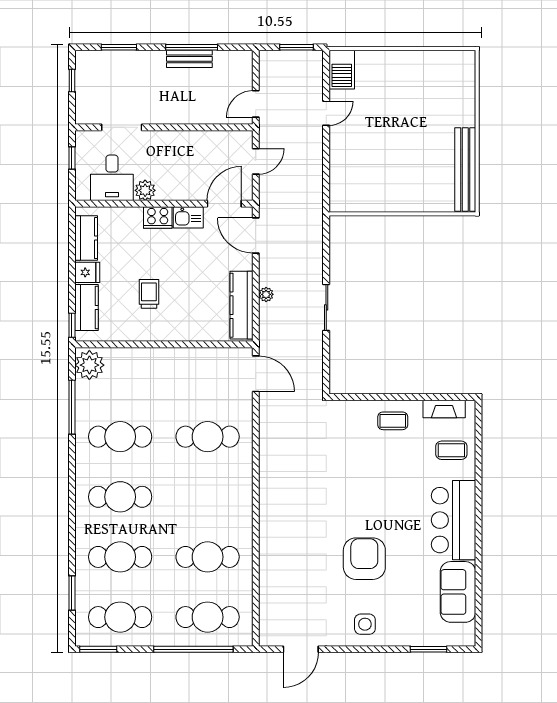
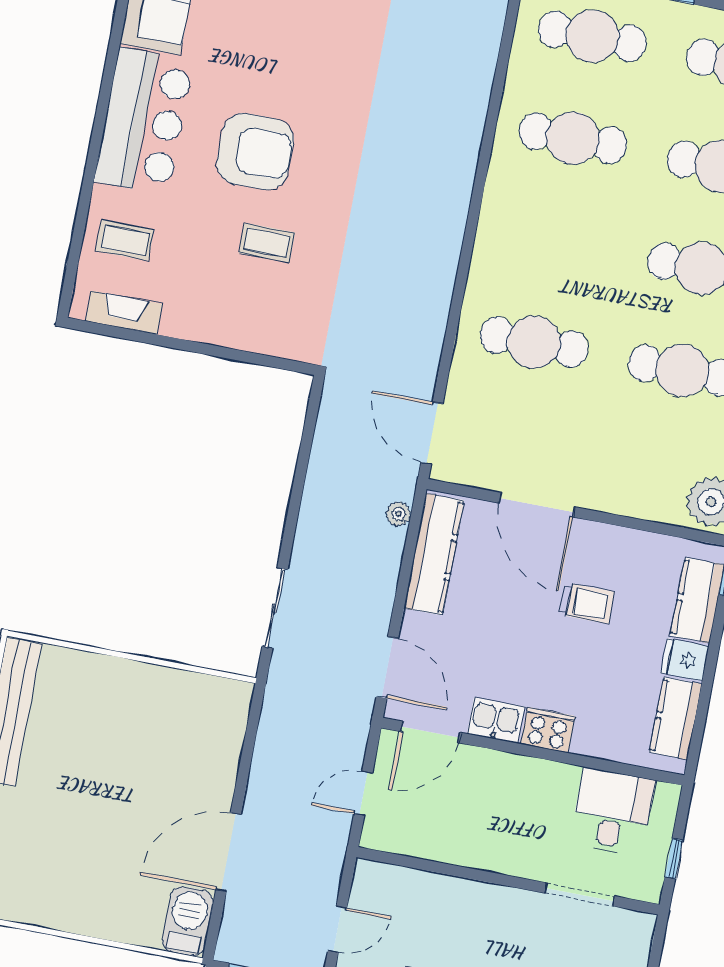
door: (256, 104) -> (337, 929), moved
door: (326, 113) -> (228, 852), width x1.87
plant: (145, 190) -> (560, 780), removed
trolley: (149, 294) -> (587, 603), turned -90
plant: (266, 294) -> (398, 514), moved
sliding door: (326, 307) -> (275, 608), moved
door: (188, 344) -> (537, 505), added
coffee table: (393, 421) -> (267, 243), moved
armchair: (364, 559) -> (255, 152), moved, turned -90

